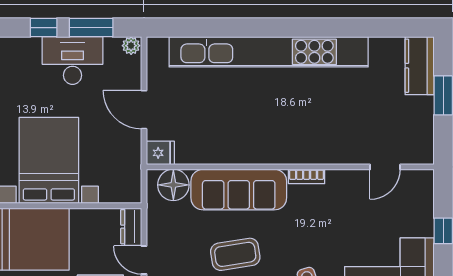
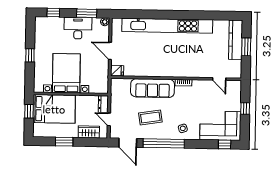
window: (44, 28) -> (53, 13), moved
kitchen counter: (420, 66) -> (236, 40), width x1.50
door: (385, 167) -> (219, 79), hinge flipped
floor lamp: (173, 185) -> (123, 85), removed

